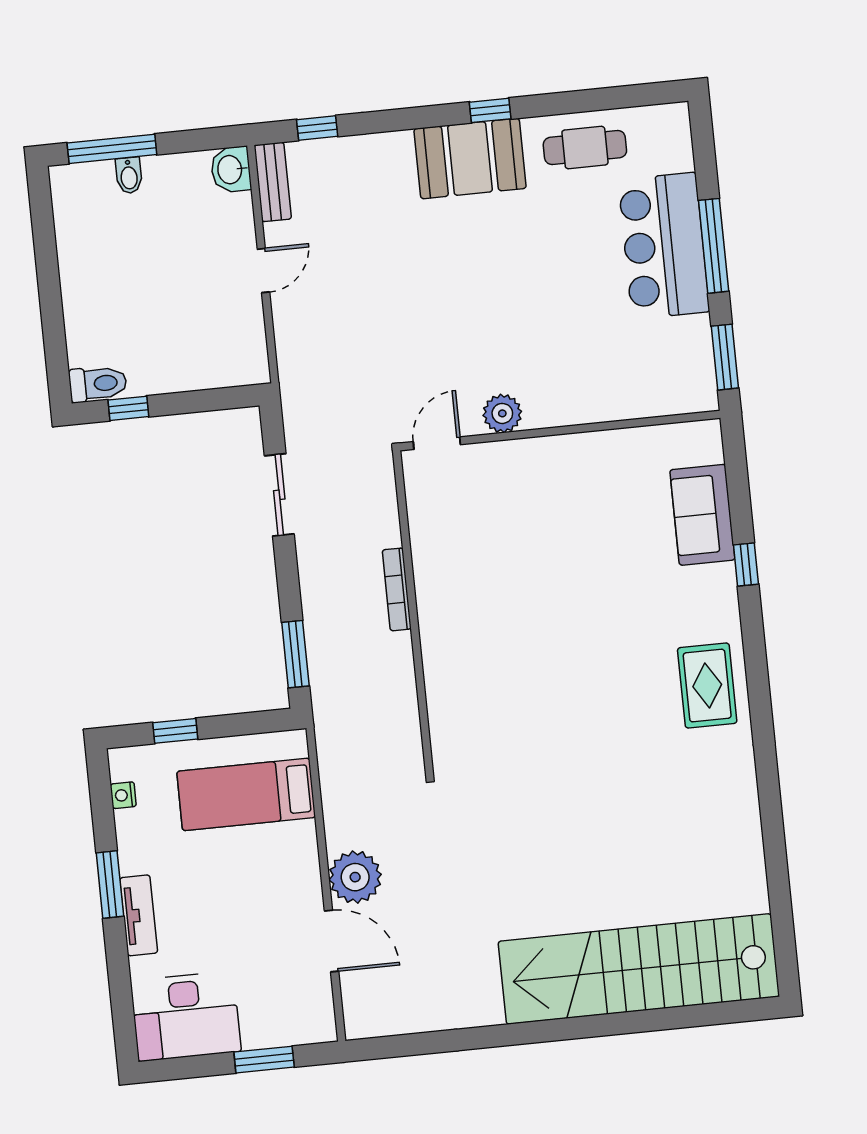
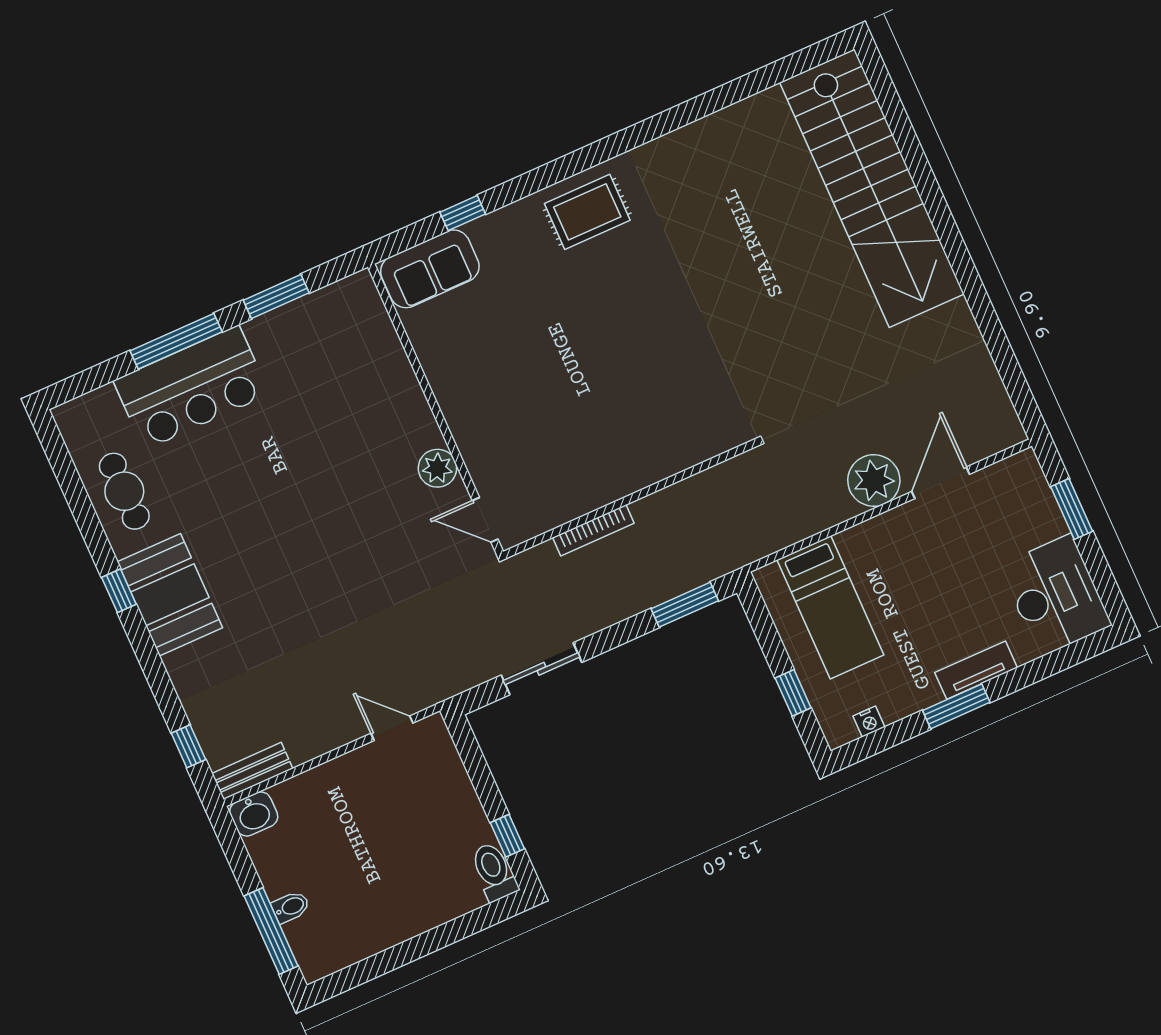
door: (263, 271) -> (392, 728), moved
plant: (502, 413) -> (437, 468), moved
wall: (560, 431) -> (436, 409), moved
door: (437, 443) -> (485, 520), moved

